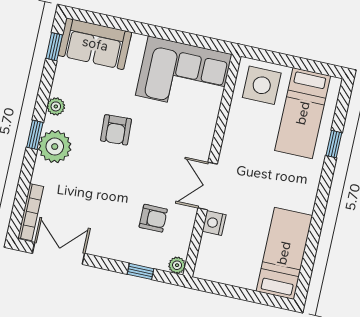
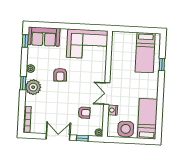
side table: (262, 85) -> (126, 129), moved
double door: (58, 253) -> (58, 137), moved

